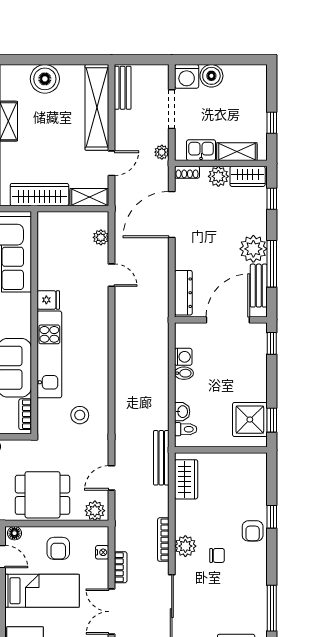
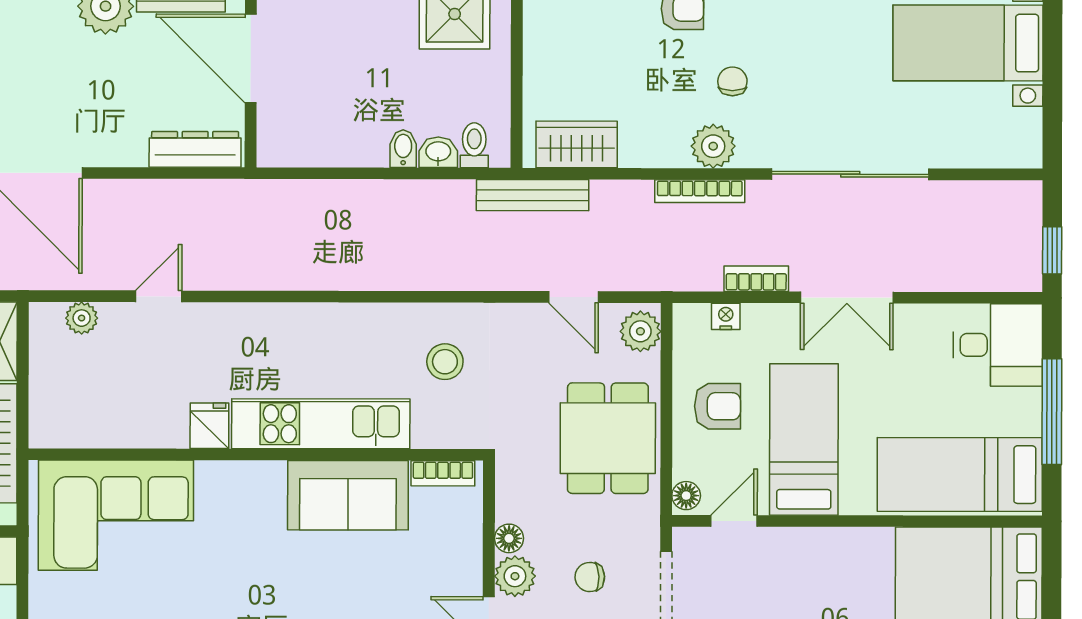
washing machine: (183, 357) -> (326, 150), removed
bidet: (184, 373) -> (403, 149), moved

